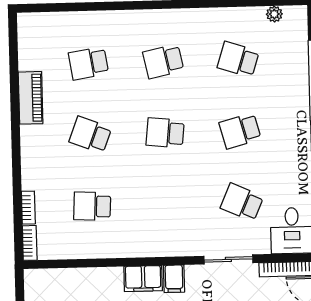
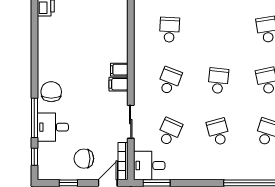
school desk: (90, 135) -> (169, 81), moved
filing cabinet: (143, 279) -> (119, 70), width x0.50

